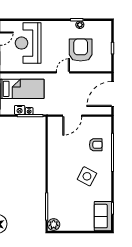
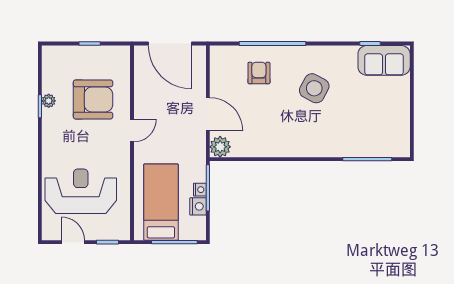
reception desk: (28, 43) -> (81, 191), turned 180
armchair: (81, 50) -> (93, 99), turned 180
door: (63, 72) -> (132, 130), swing flipped
plant: (54, 225) -> (220, 147), moved

